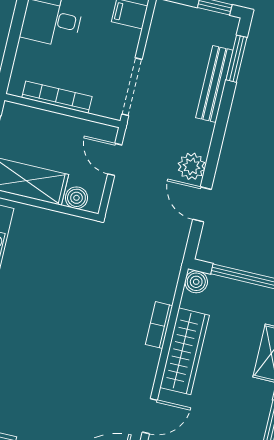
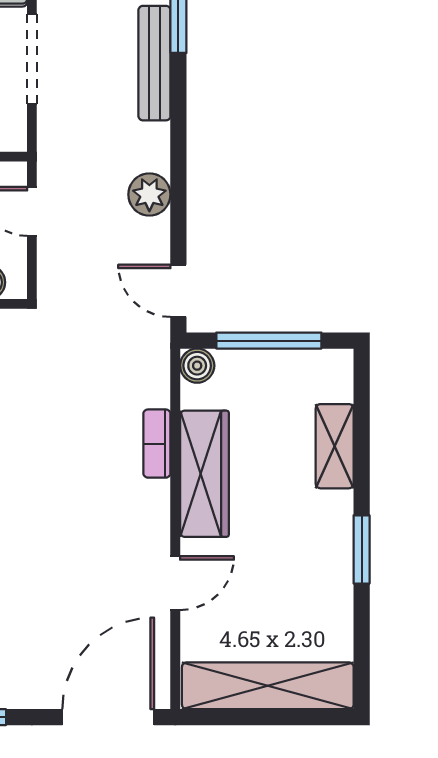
doorway: (132, 87) -> (32, 59), moved
door: (202, 204) -> (178, 291), moved

